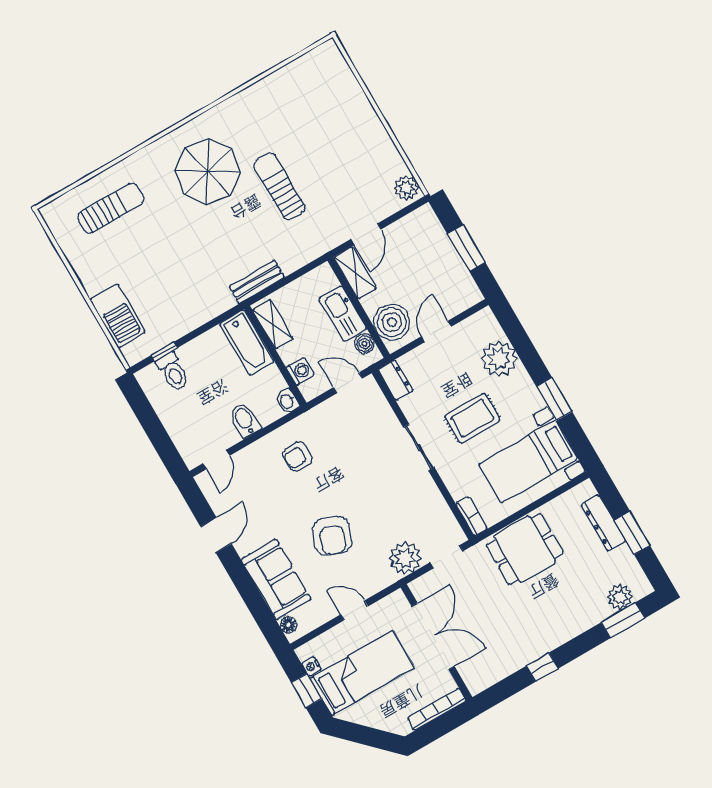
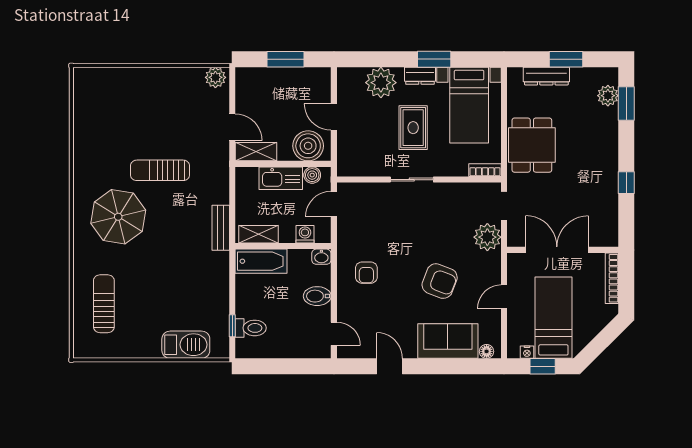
dresser: (395, 380) -> (420, 76), moved, turned 180

